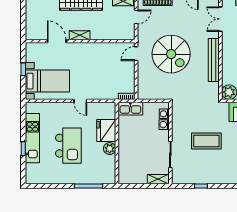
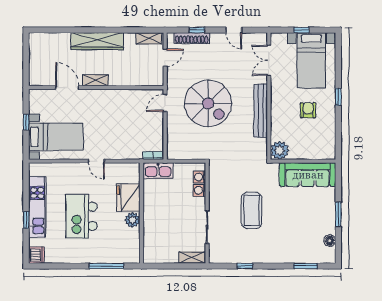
coffee table: (206, 141) -> (252, 210), turned 90
kitchen island: (68, 146) -> (82, 216), turned 180
dishwasher: (32, 177) -> (36, 255), added

